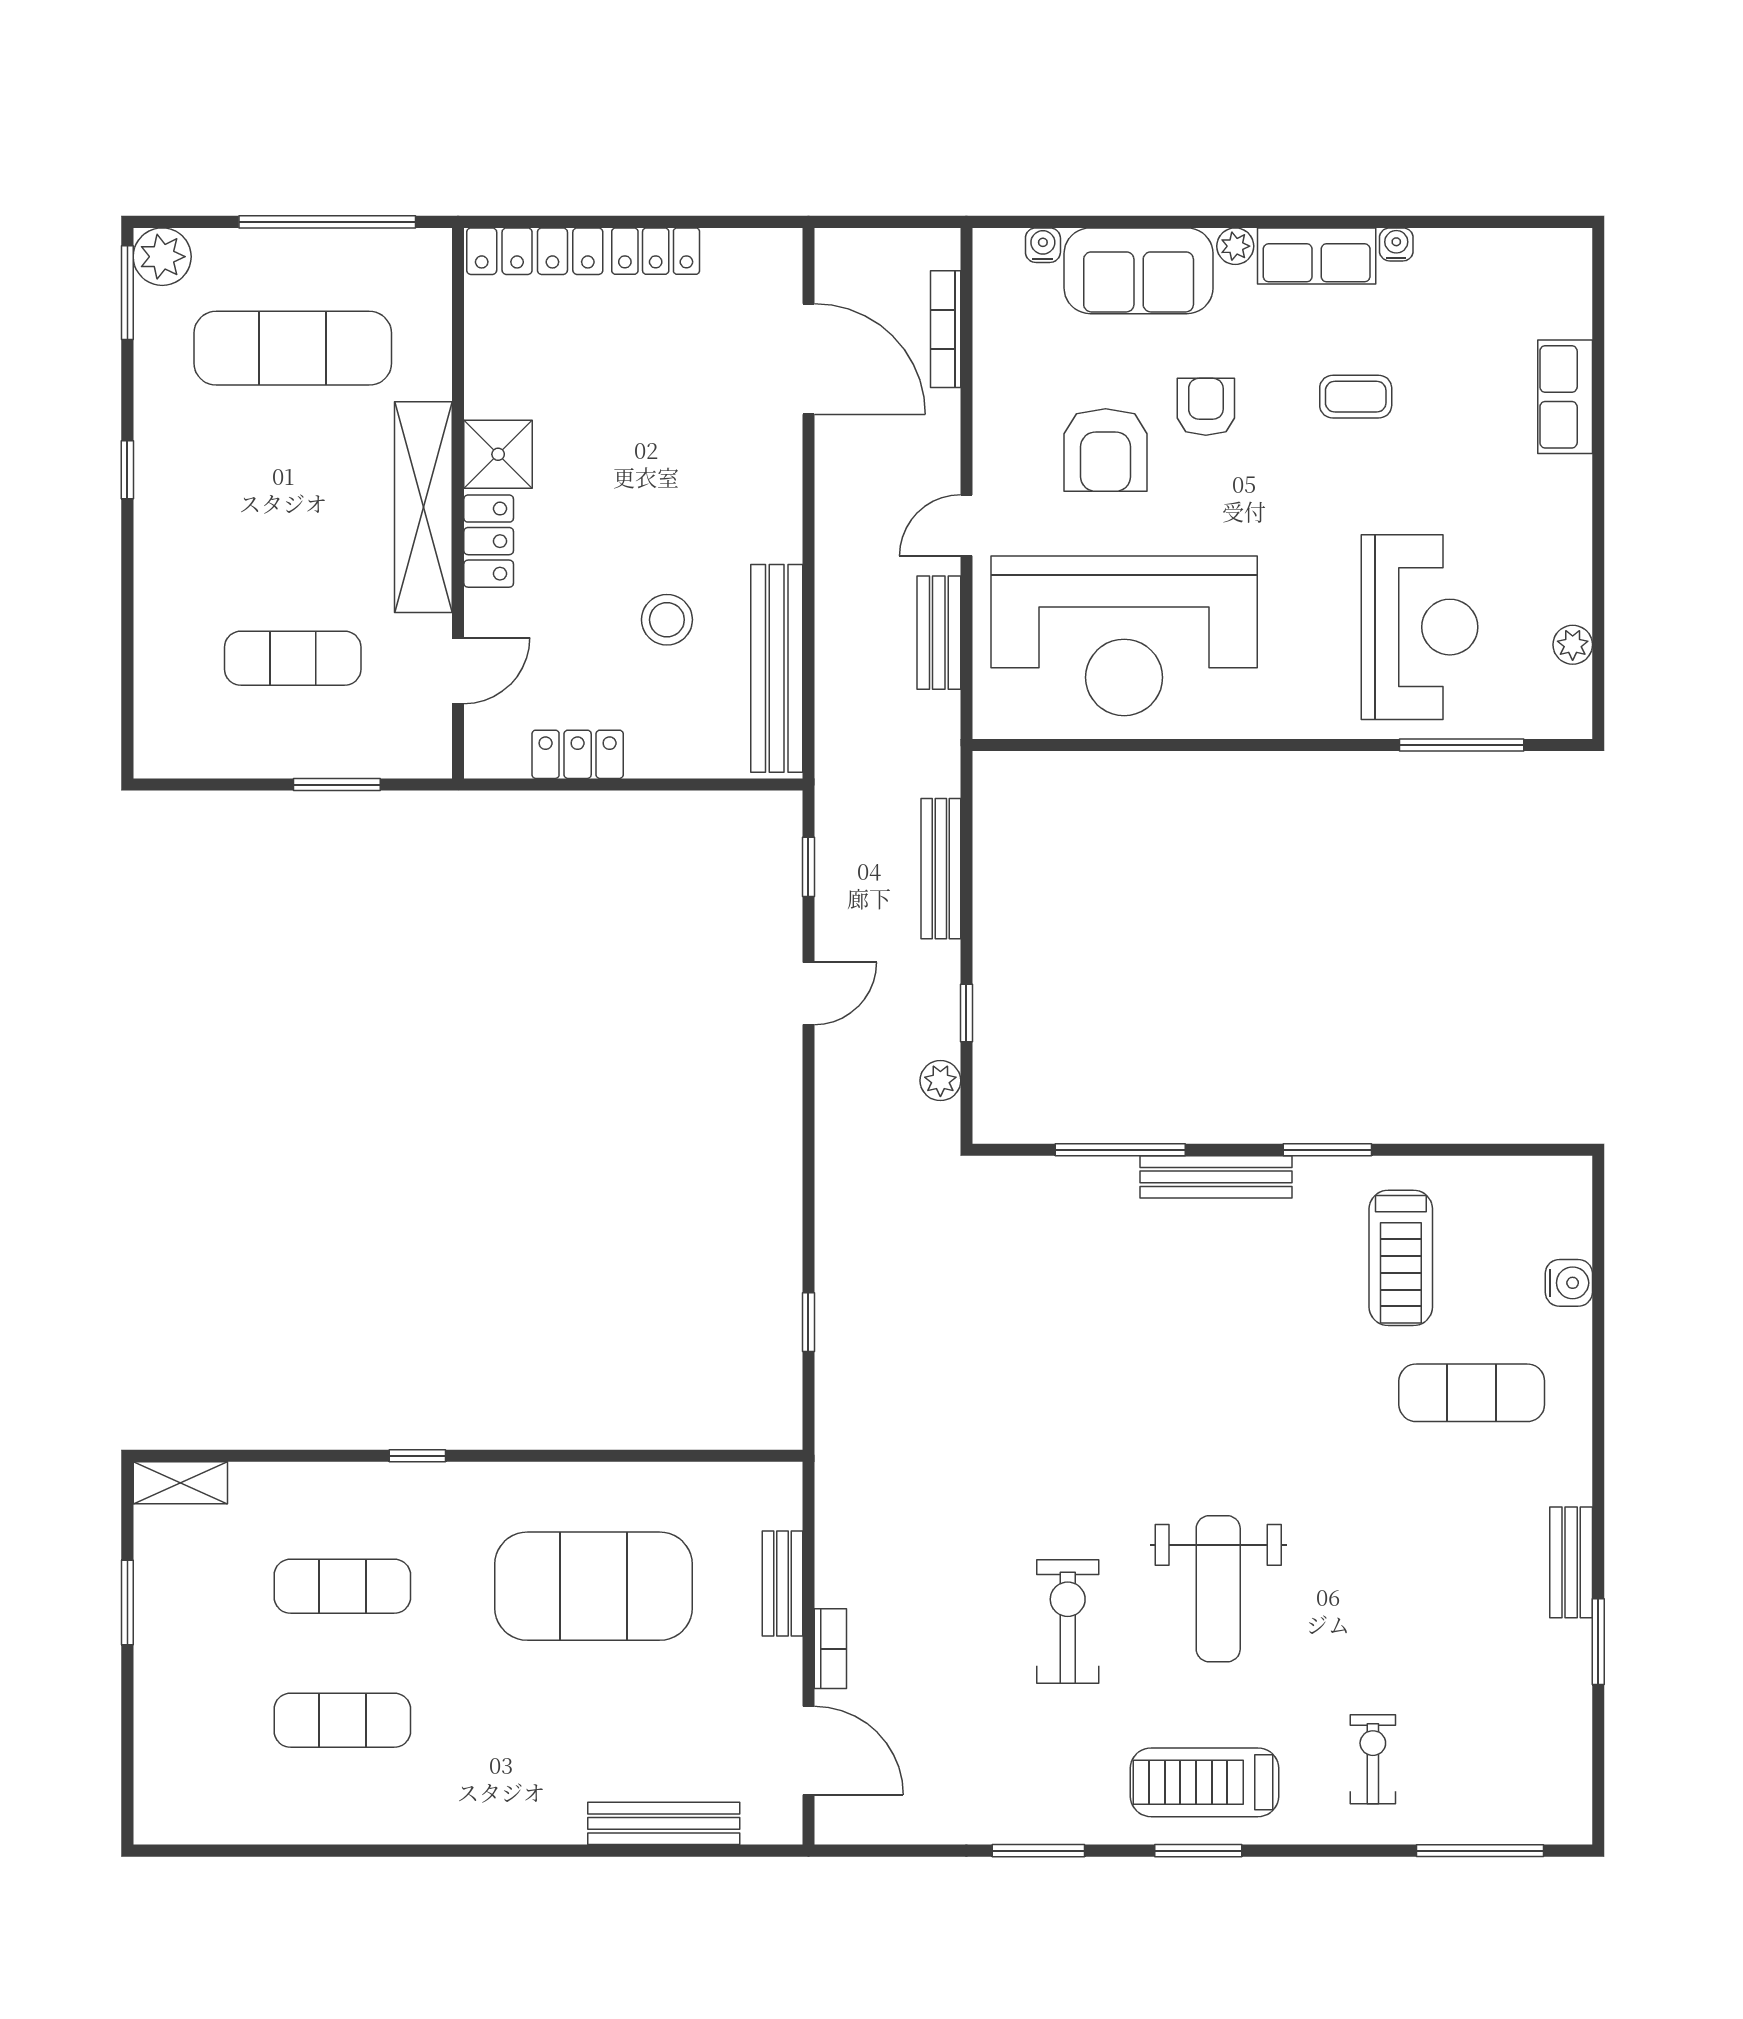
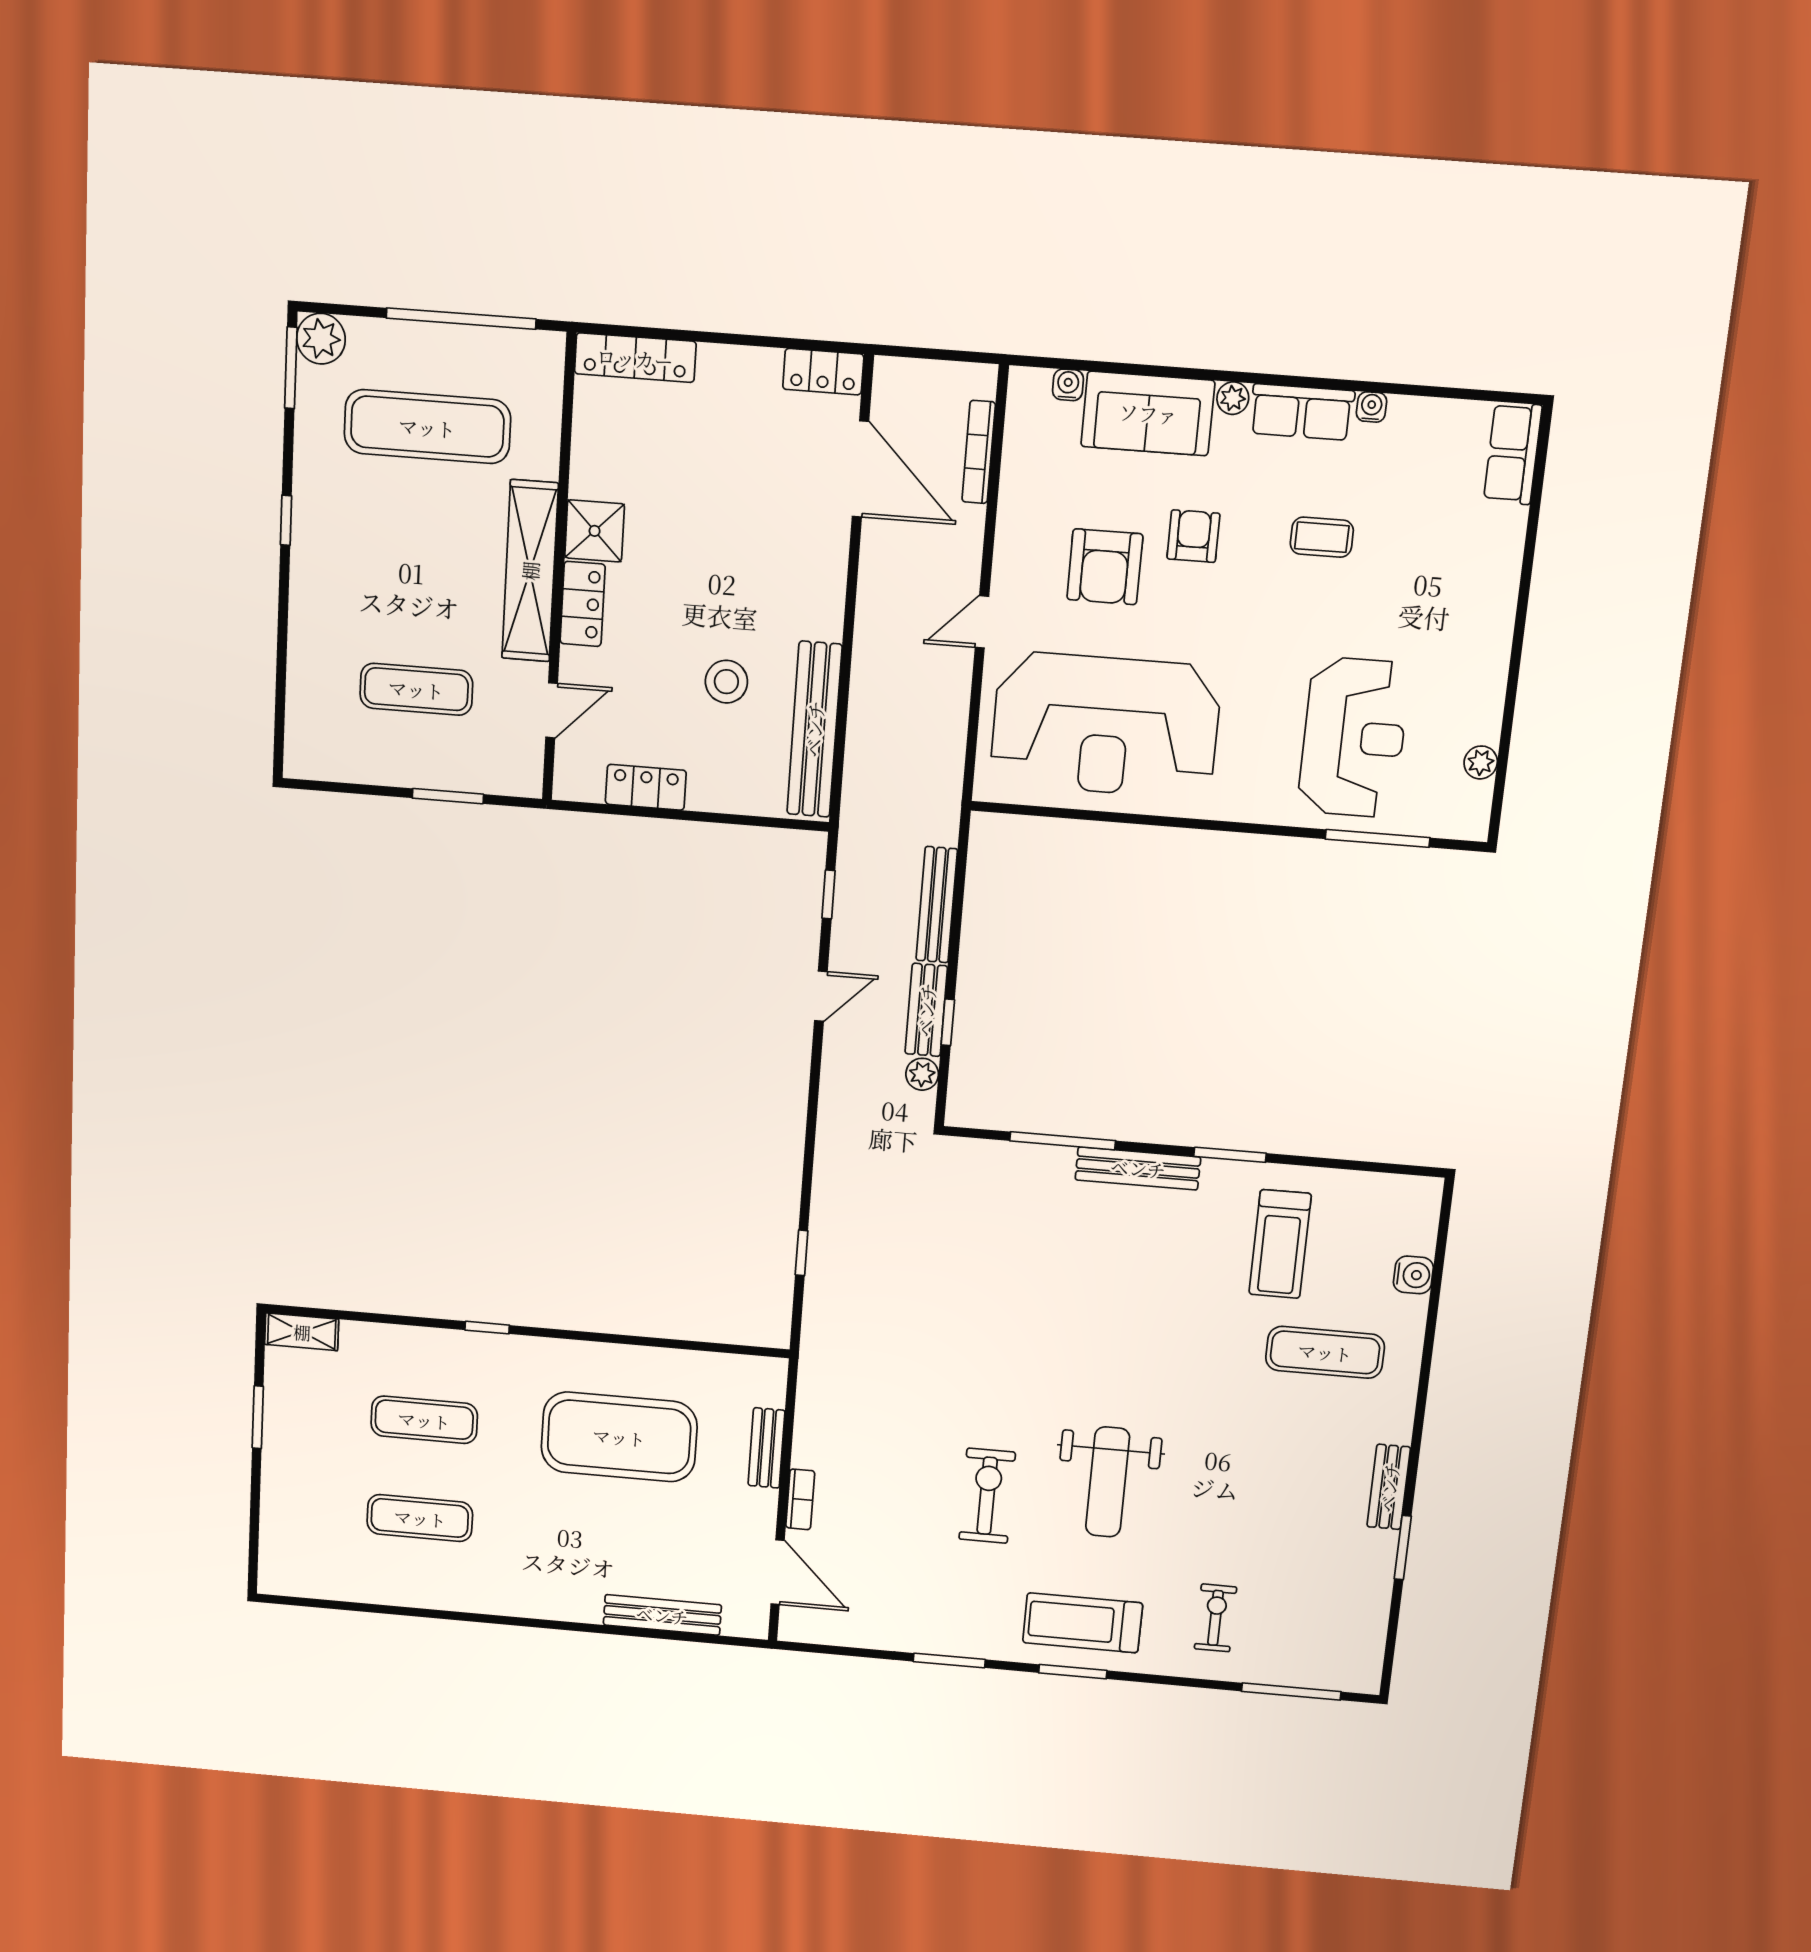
locker: (656, 251) -> (823, 372), moved
row of seats: (1565, 397) -> (1513, 453), moved
bench: (939, 633) -> (926, 1010), moved

